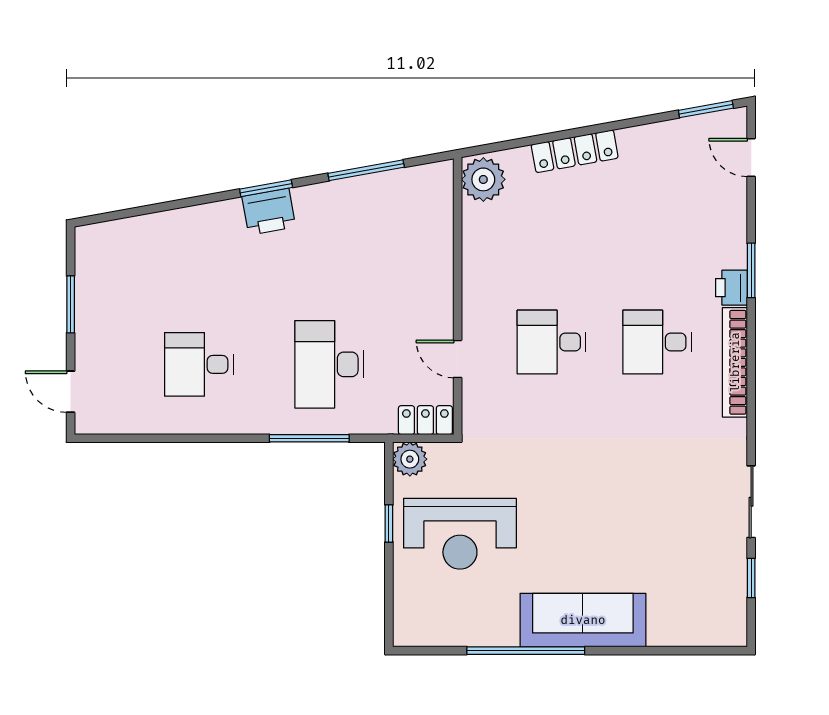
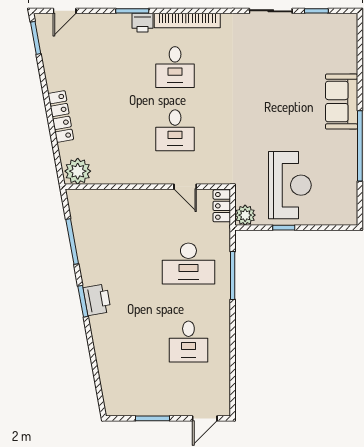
door: (458, 359) -> (185, 187), hinge flipped
sofa: (583, 620) -> (342, 102), width x0.73

